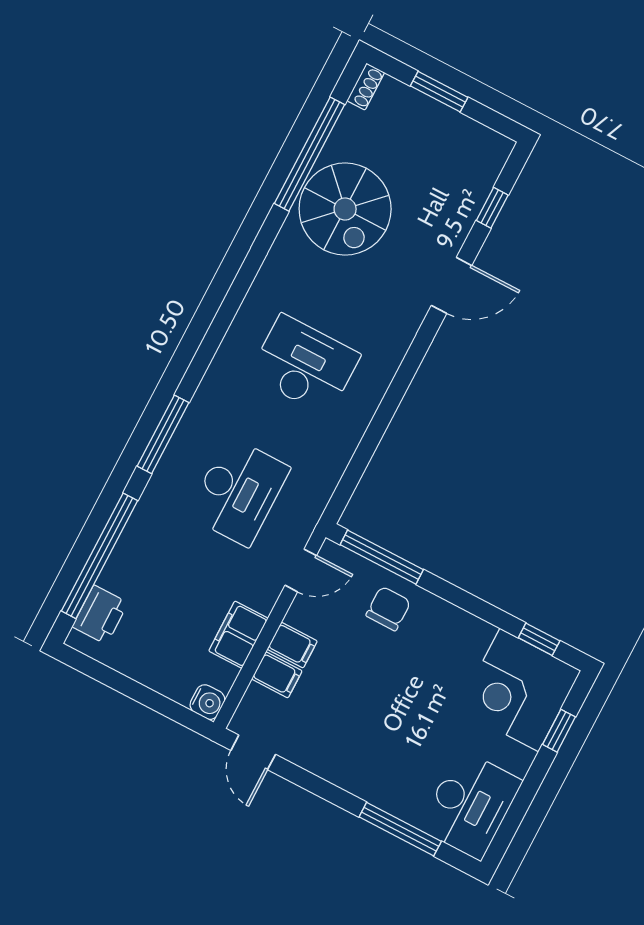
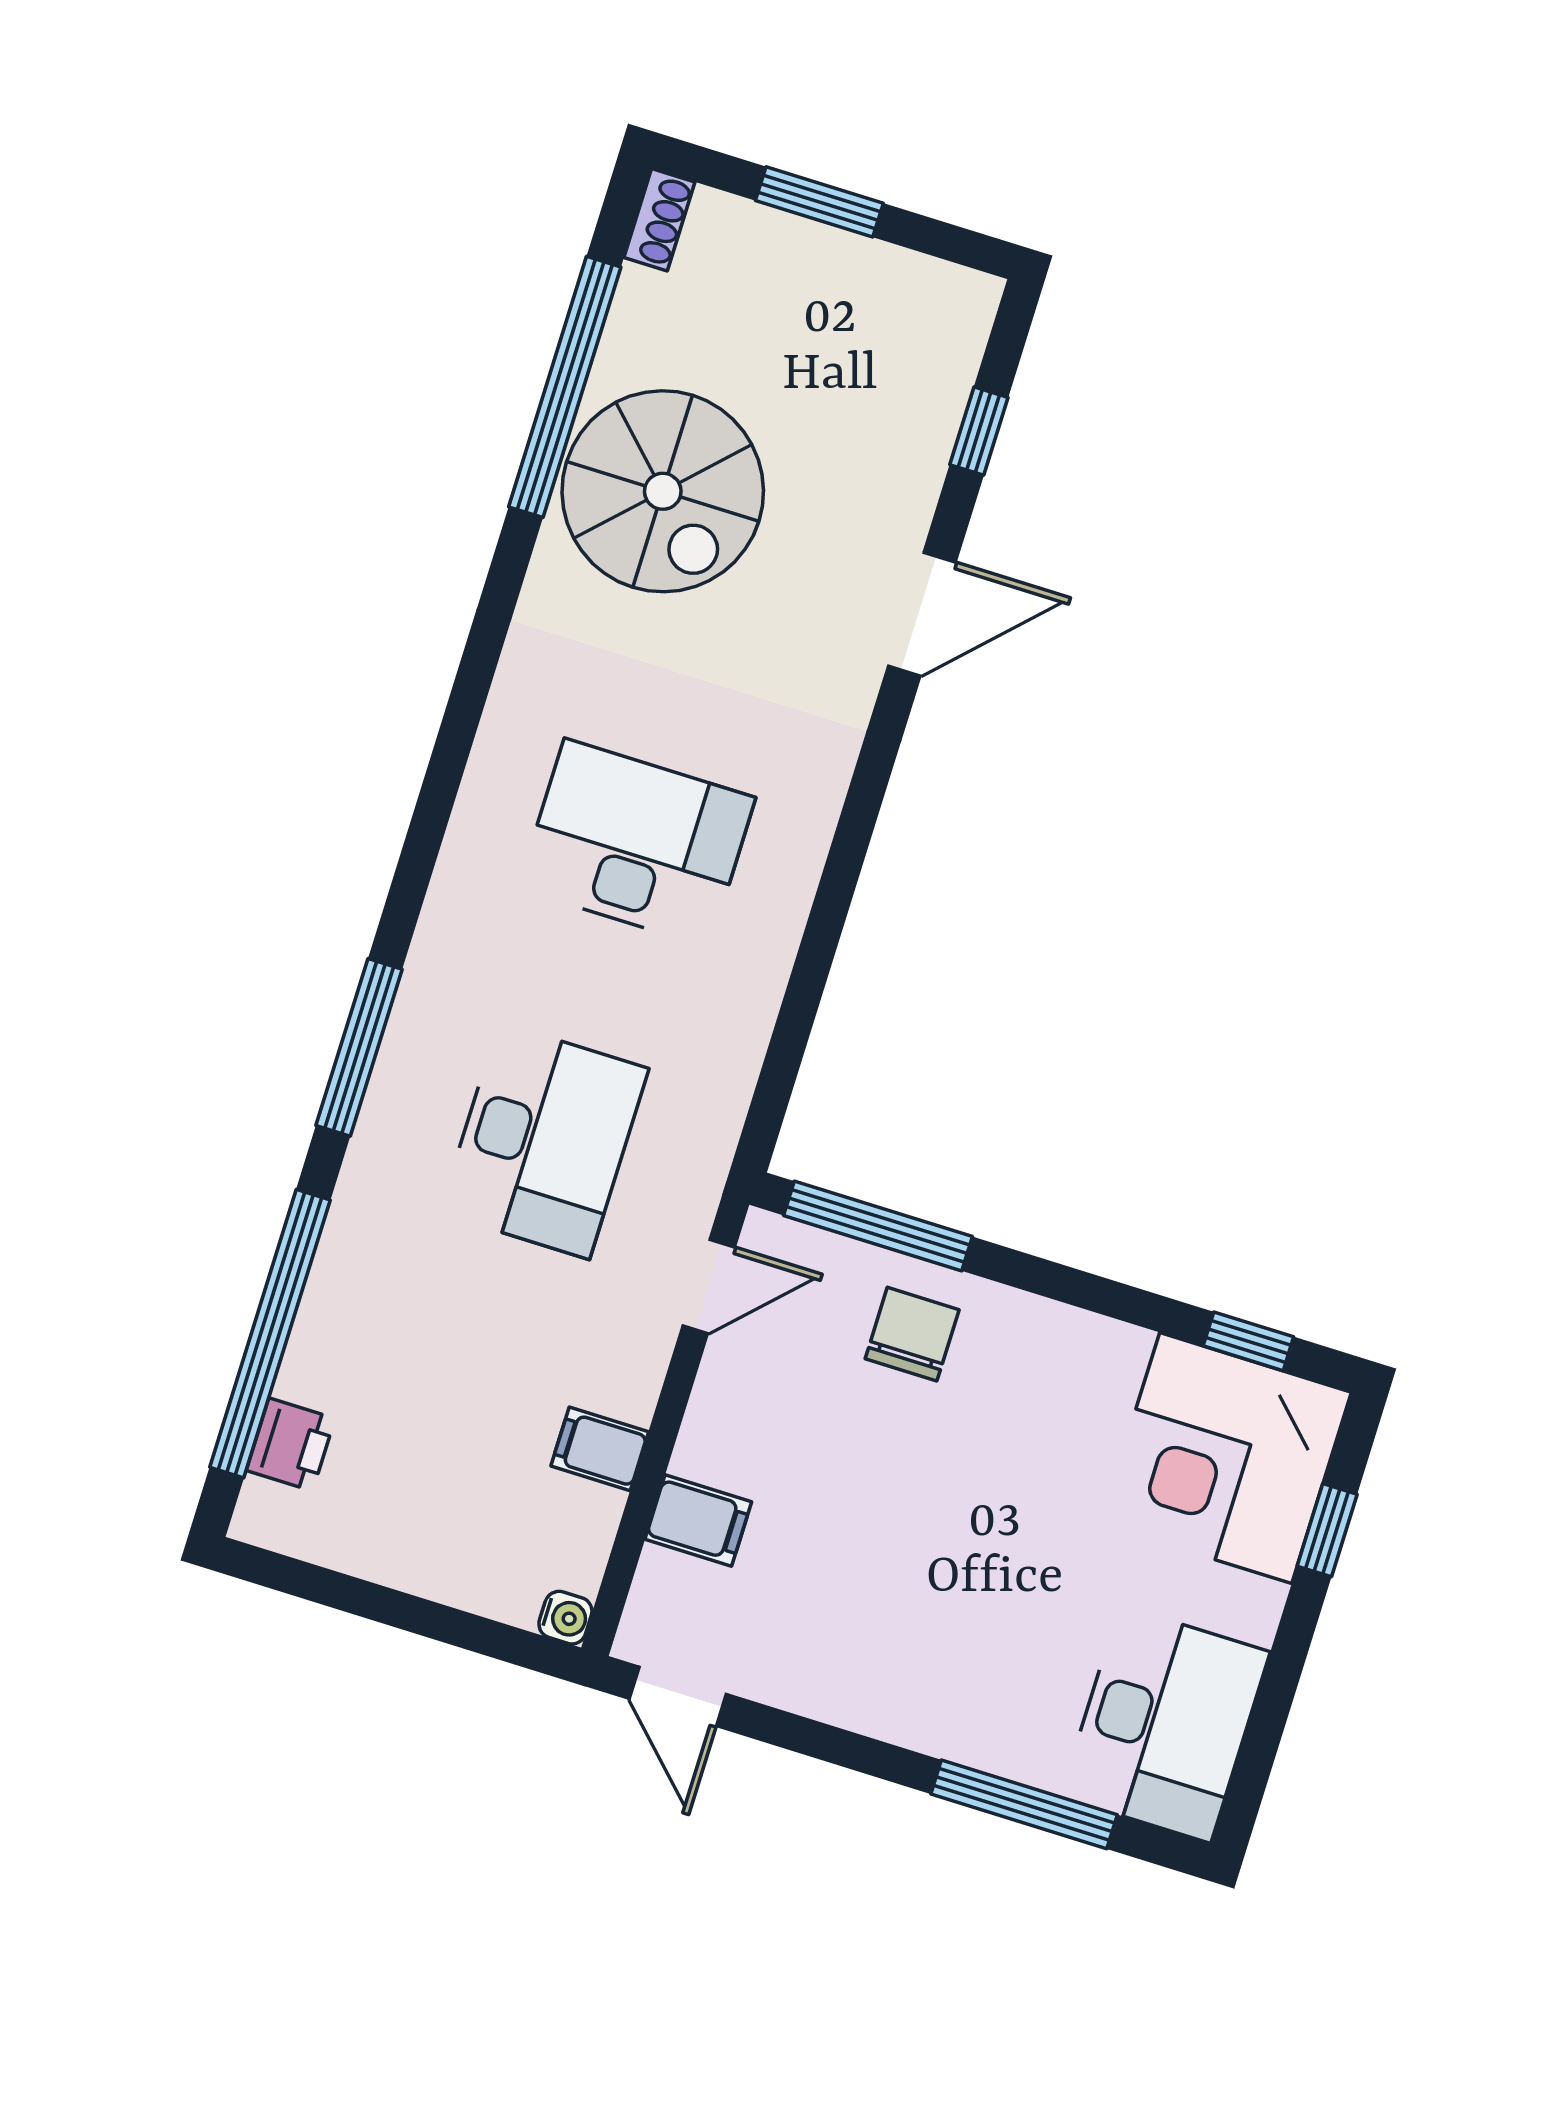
printer: (100, 615) -> (291, 1444), width x0.73, depth x0.81
filing cabinet: (238, 635) -> (600, 1449), width x0.50
filing cabinet: (292, 645) -> (720, 1450), removed
water cooler: (207, 702) -> (565, 1618), width x0.72, depth x0.72

